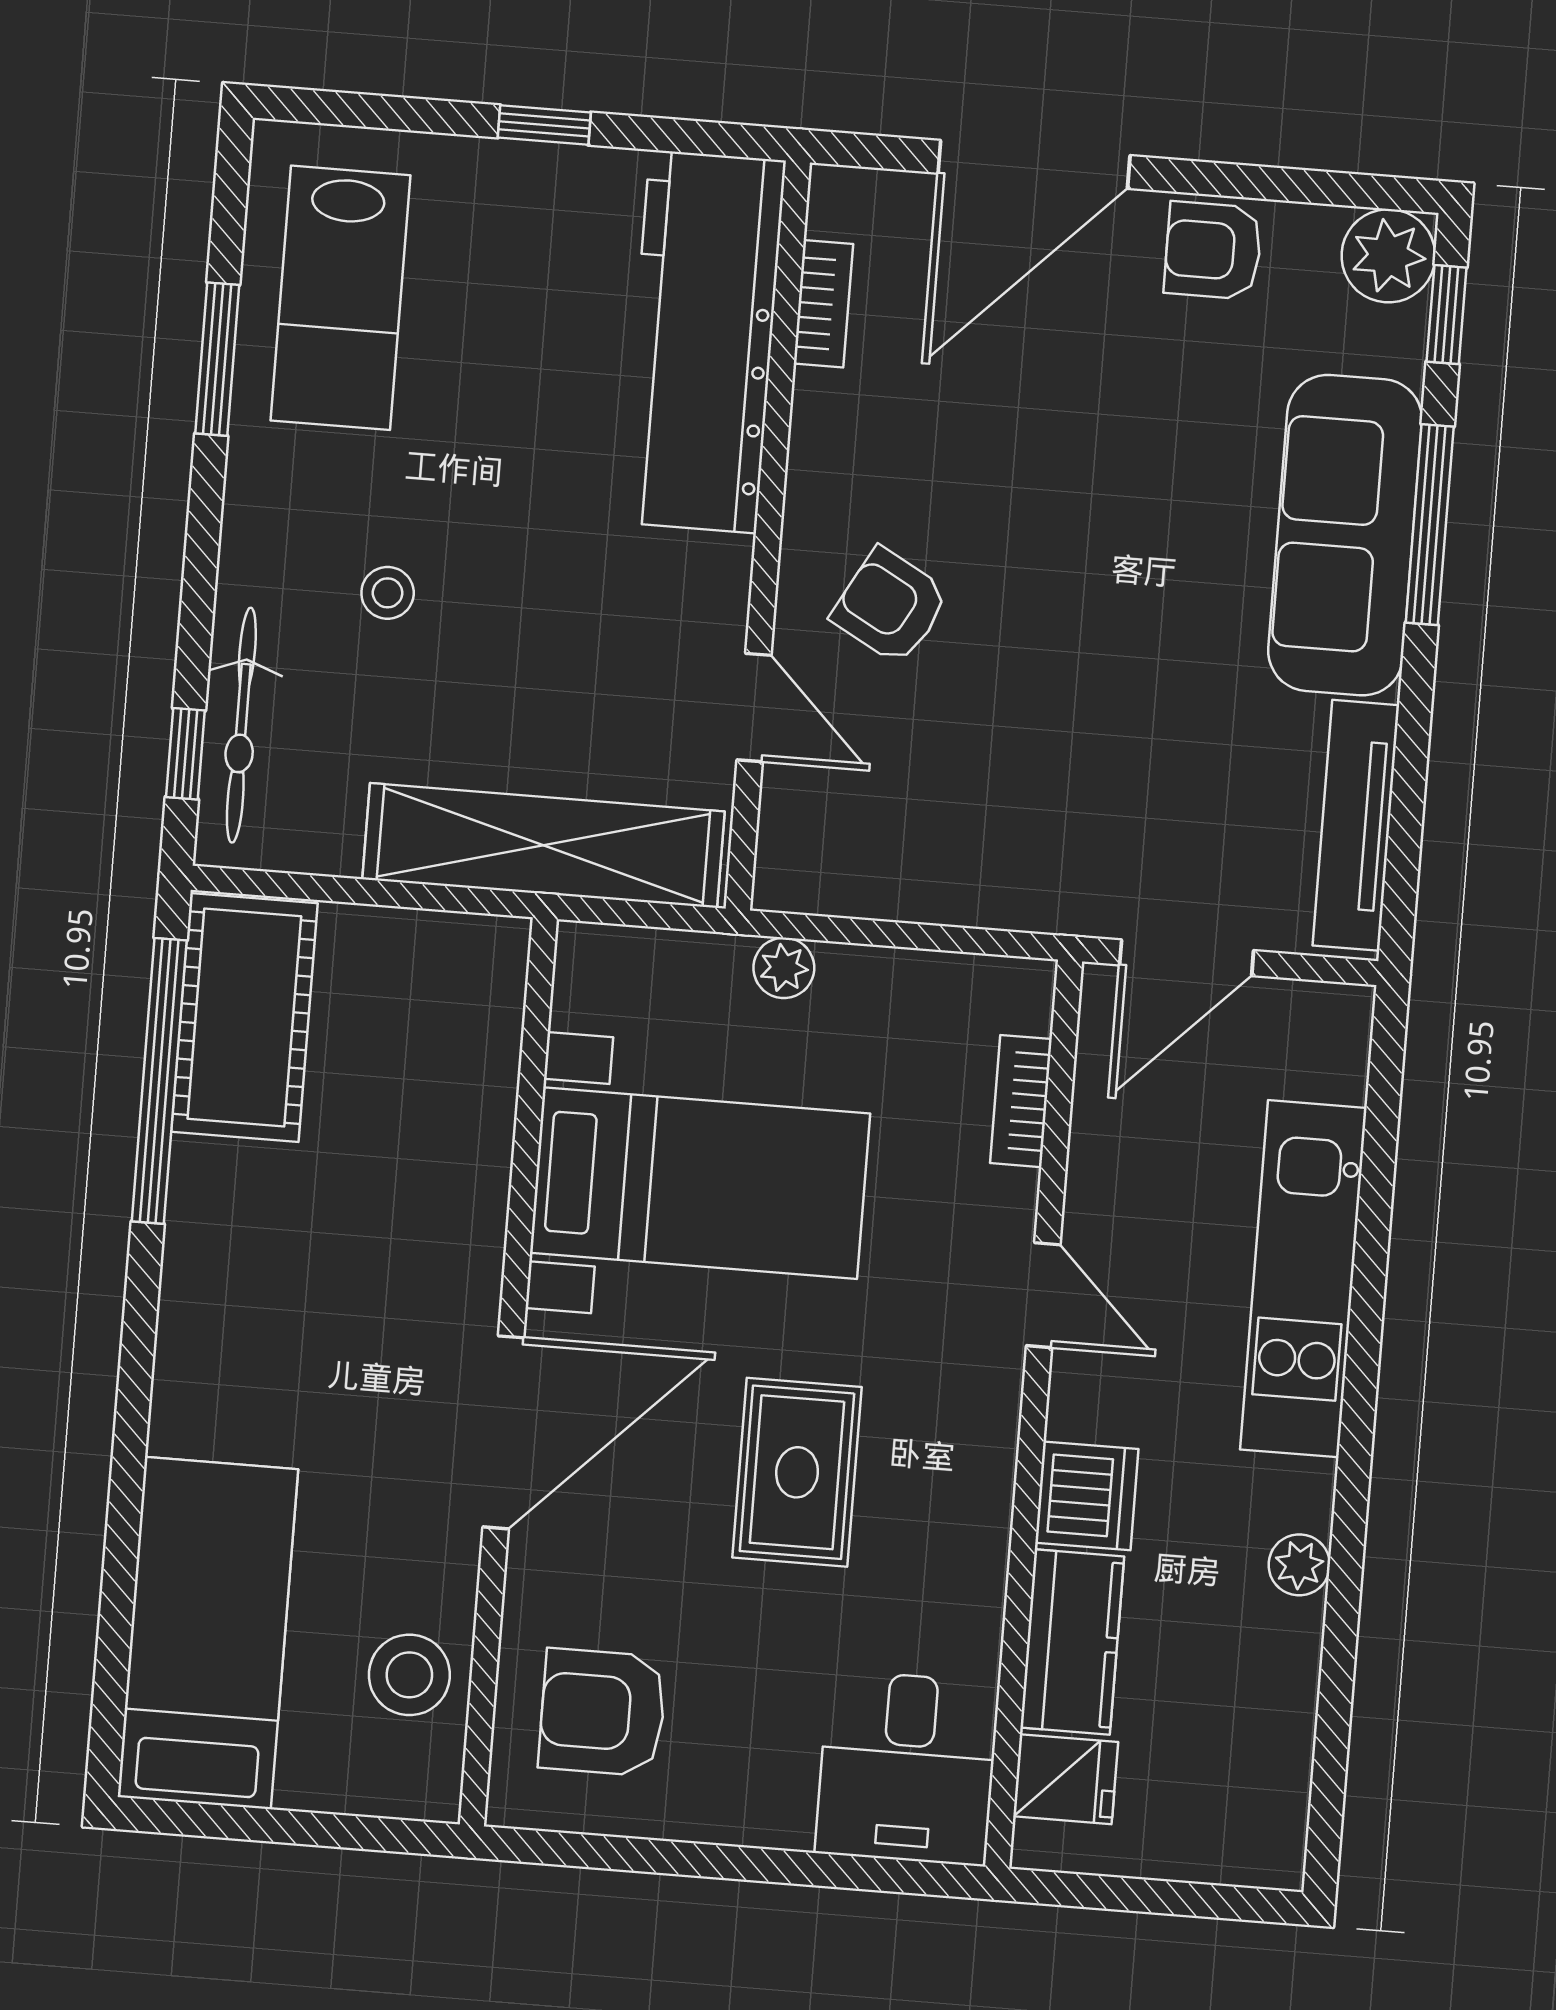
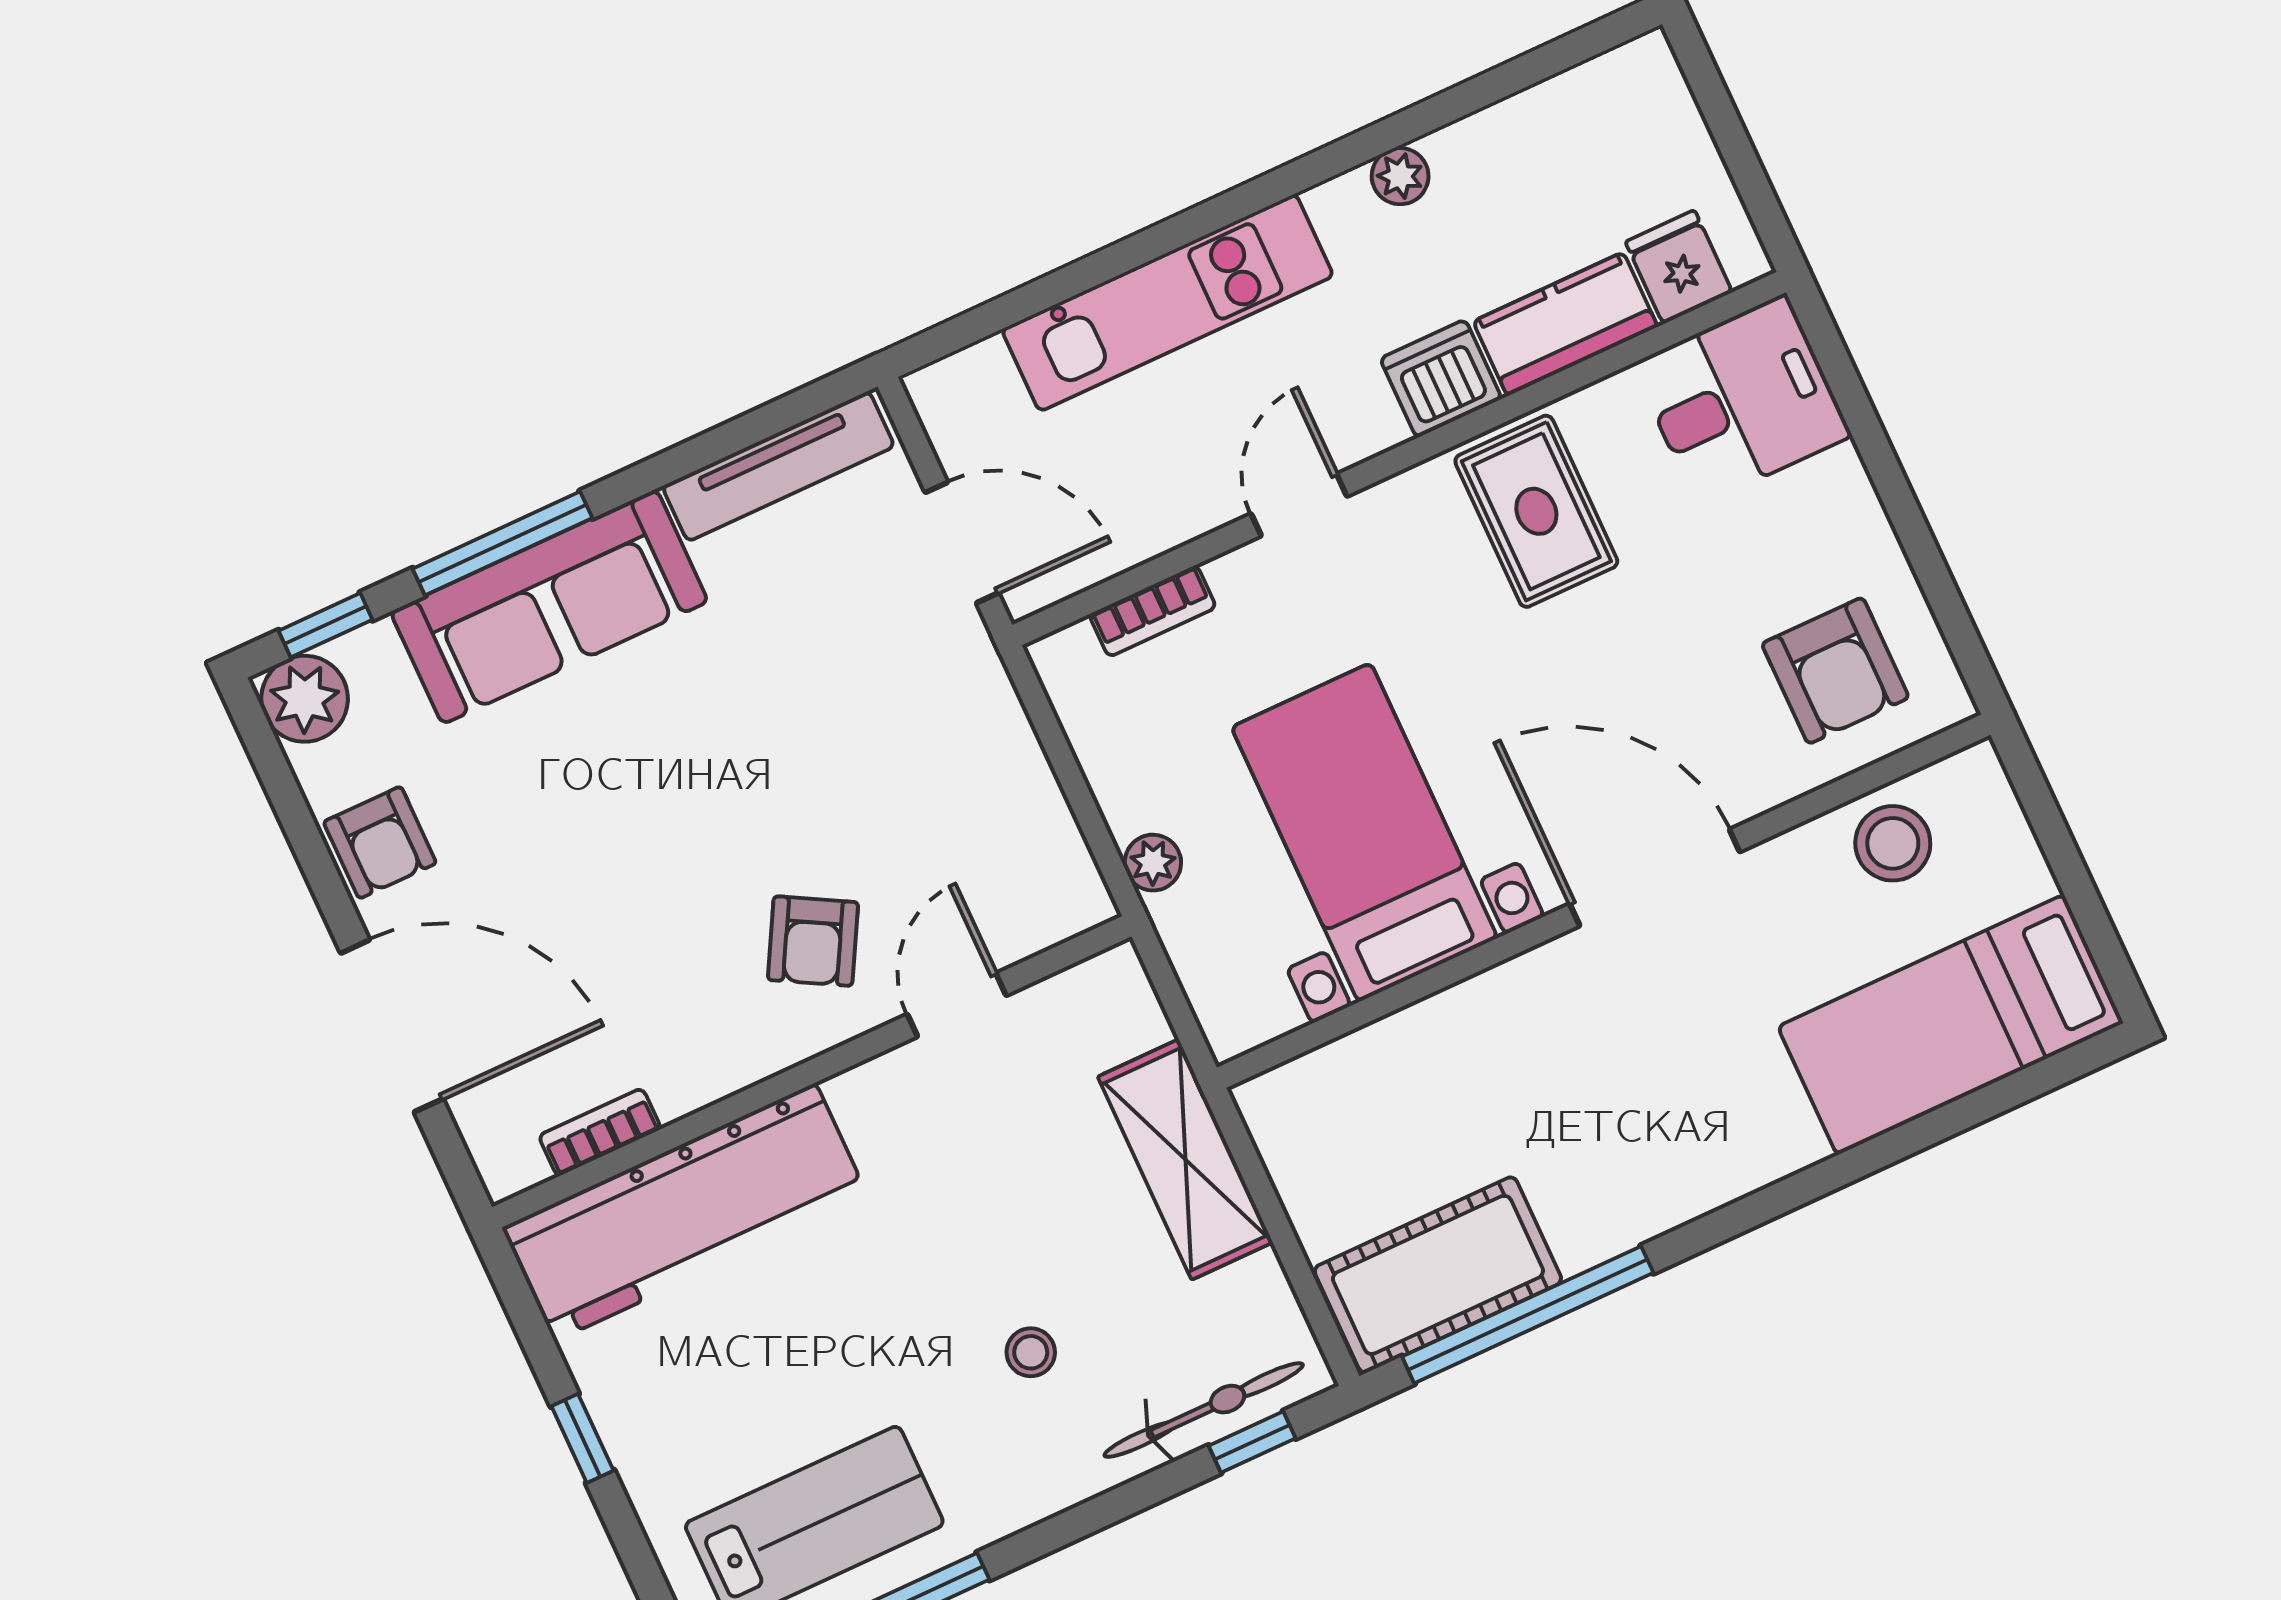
shelving: (543, 845) -> (1185, 1159), width x0.68
rug: (797, 1472) -> (1536, 511), moved, turned 90

